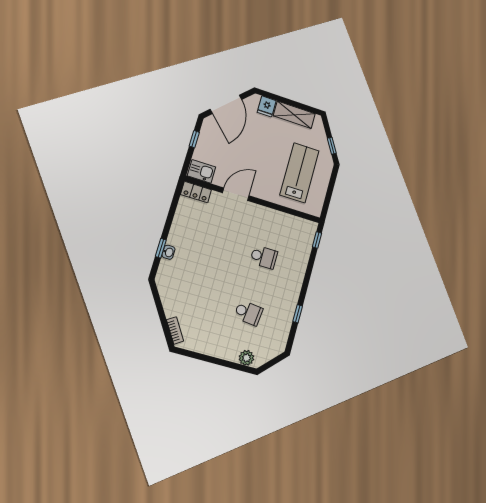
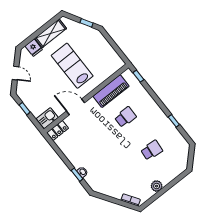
door: (226, 104) -> (16, 73), width x0.53
lab bench: (300, 173) -> (72, 66), moved
door: (236, 194) -> (75, 107), hinge flipped
piano: (280, 221) -> (111, 91), added
plant: (246, 358) -> (157, 186), moved

